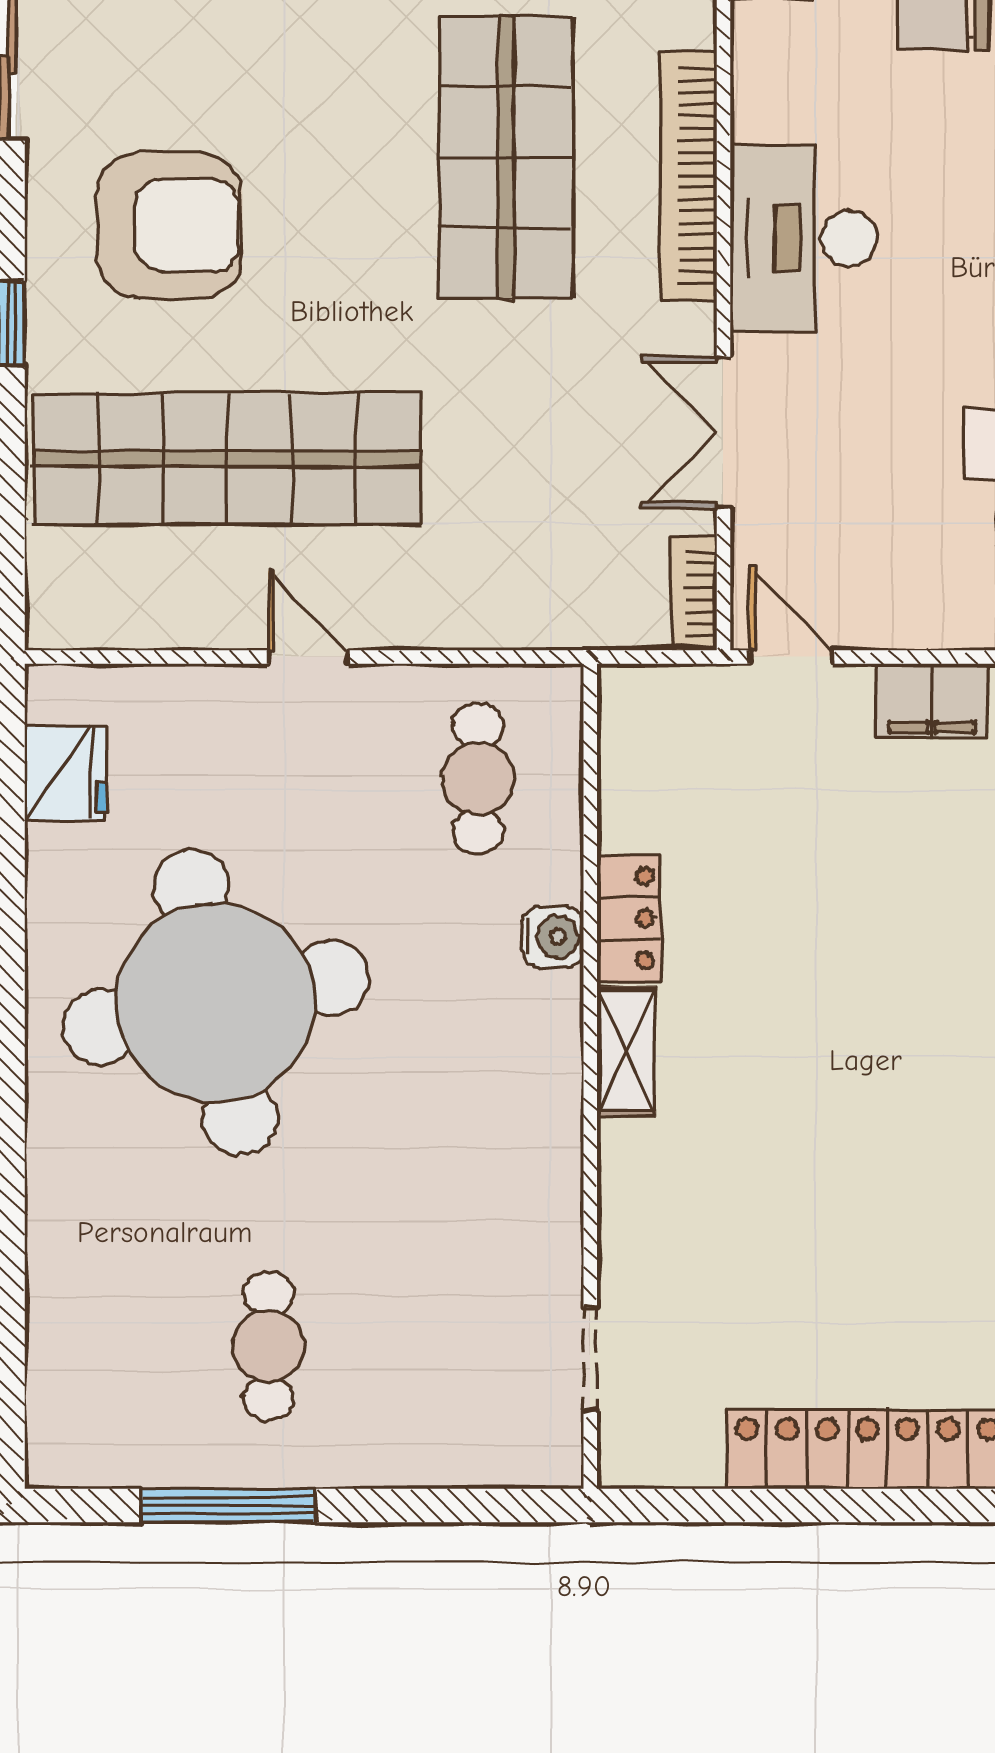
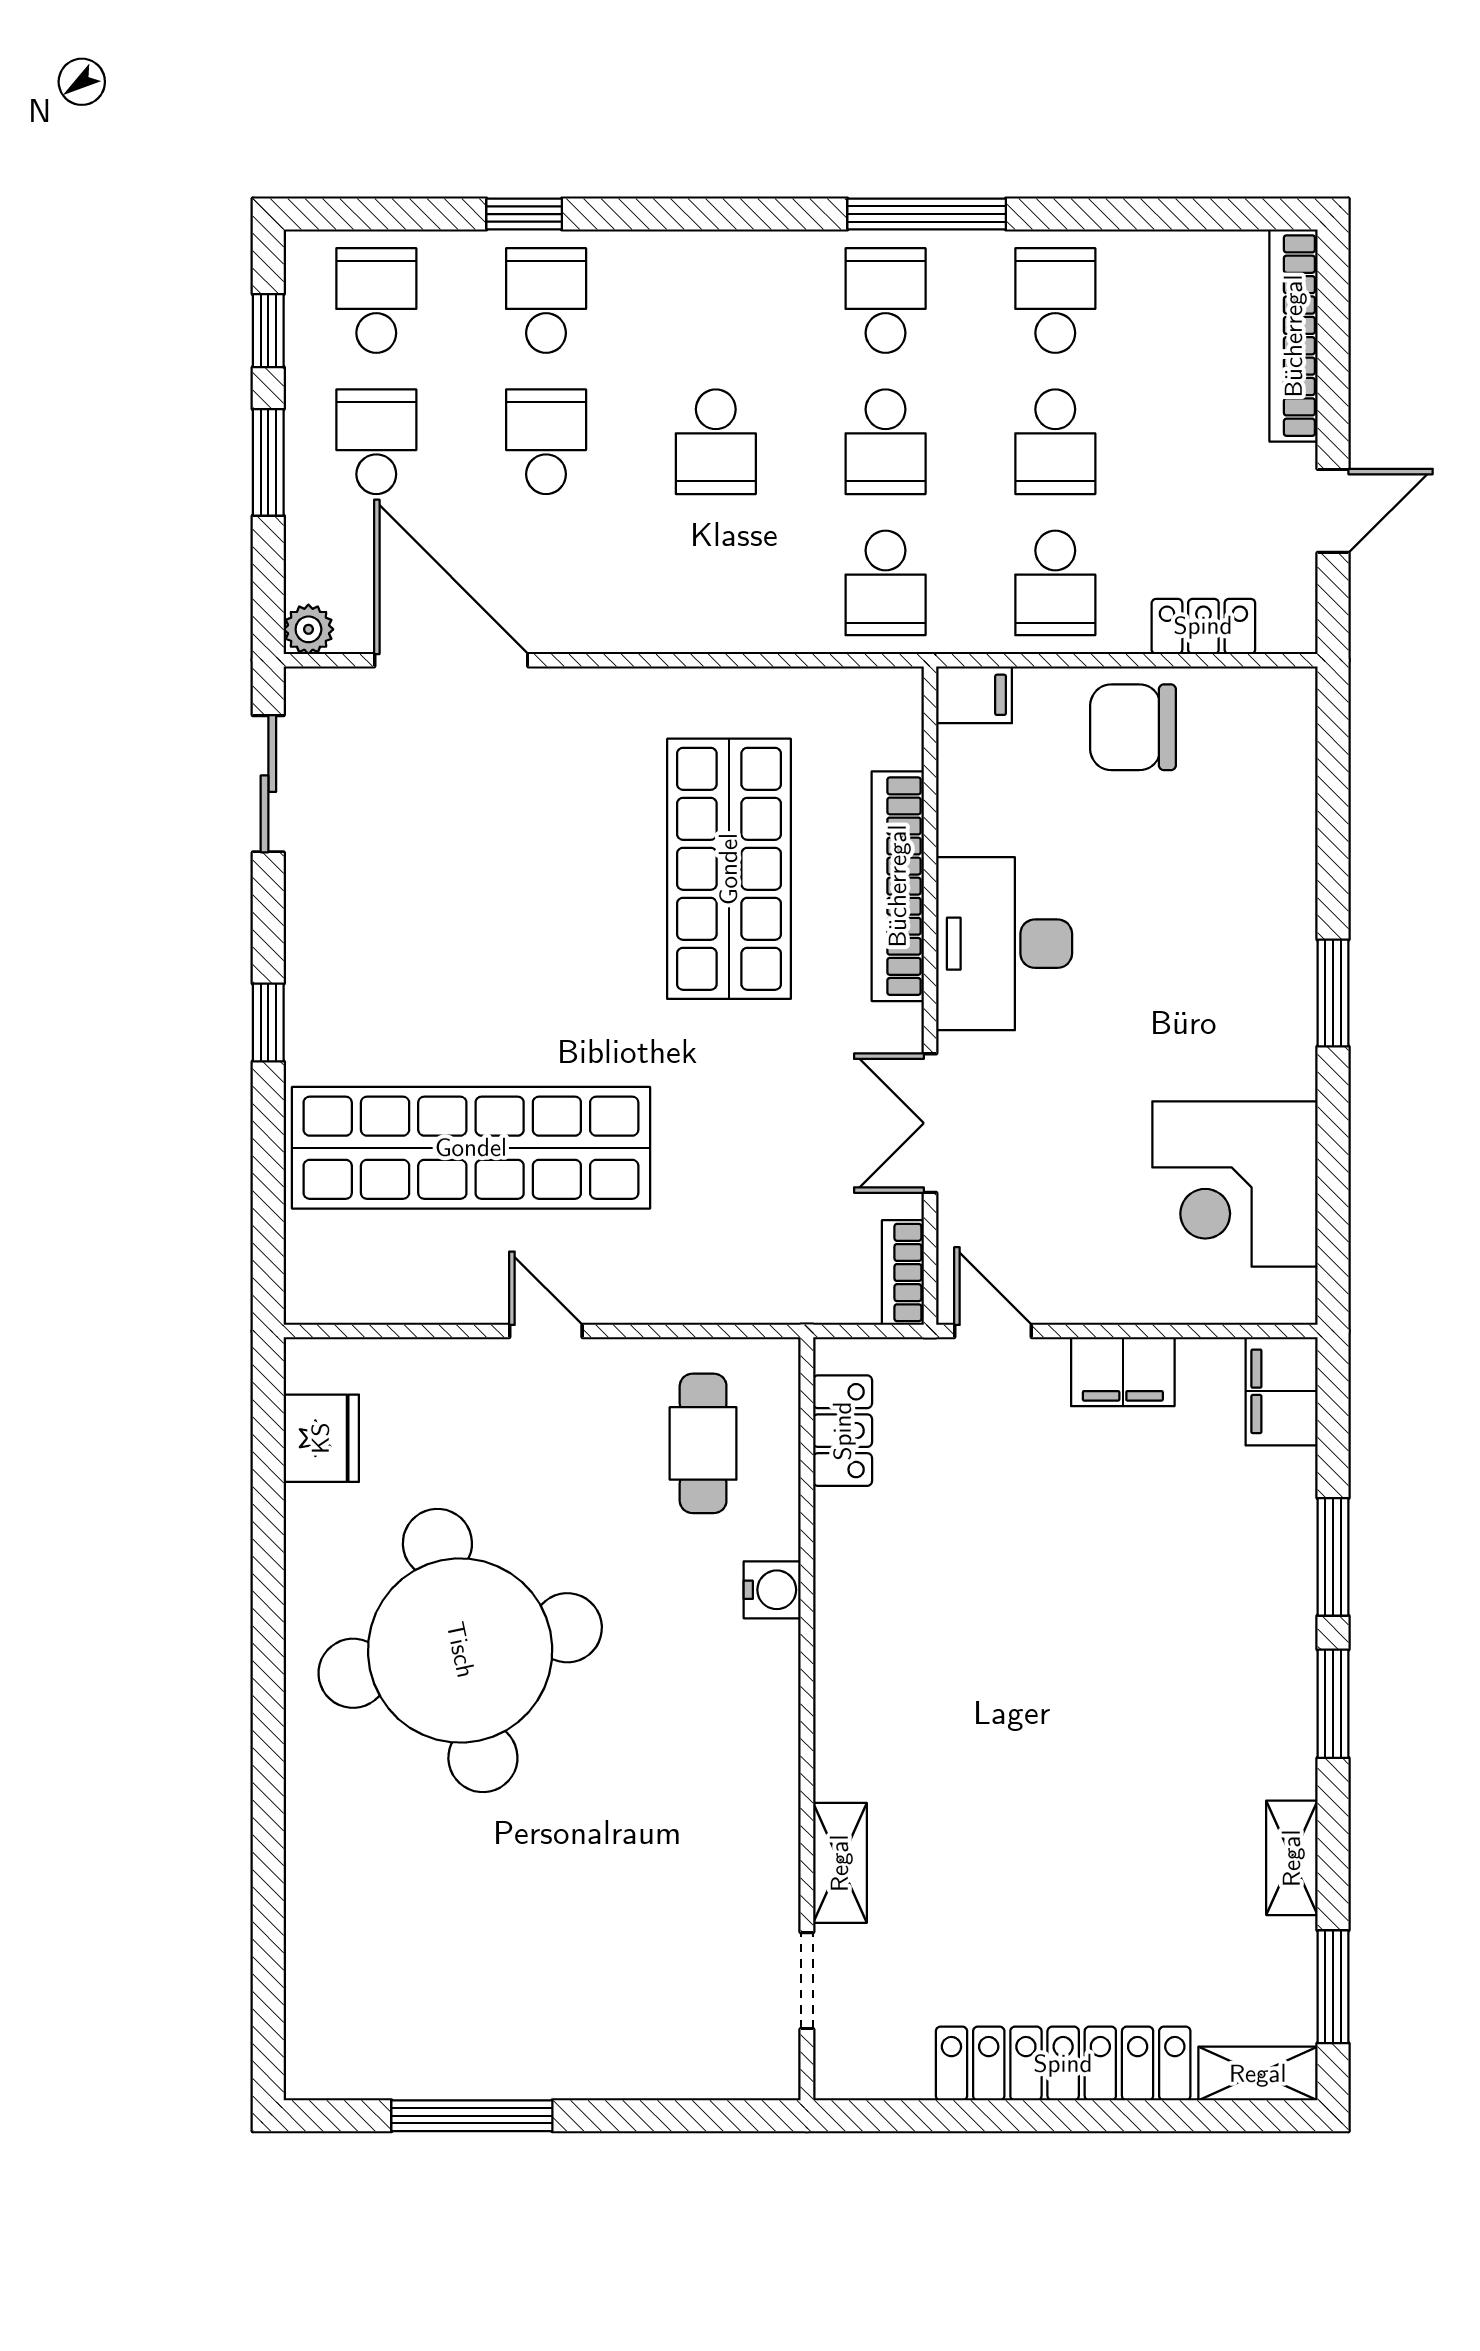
armchair: (170, 225) -> (418, 932), removed
locker: (629, 918) -> (843, 1431), moved
shelving: (626, 1051) -> (840, 1863), moved
cafe table: (269, 1346) -> (509, 1968), removed

